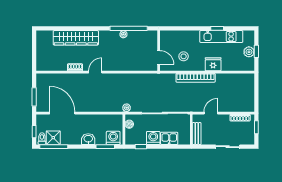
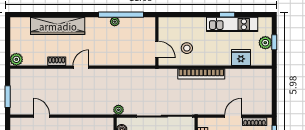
fridge: (213, 64) -> (241, 58), moved
plant: (41, 66) -> (16, 59), added
door: (62, 113) -> (41, 116), width x0.53
door: (211, 113) -> (233, 116), moved

